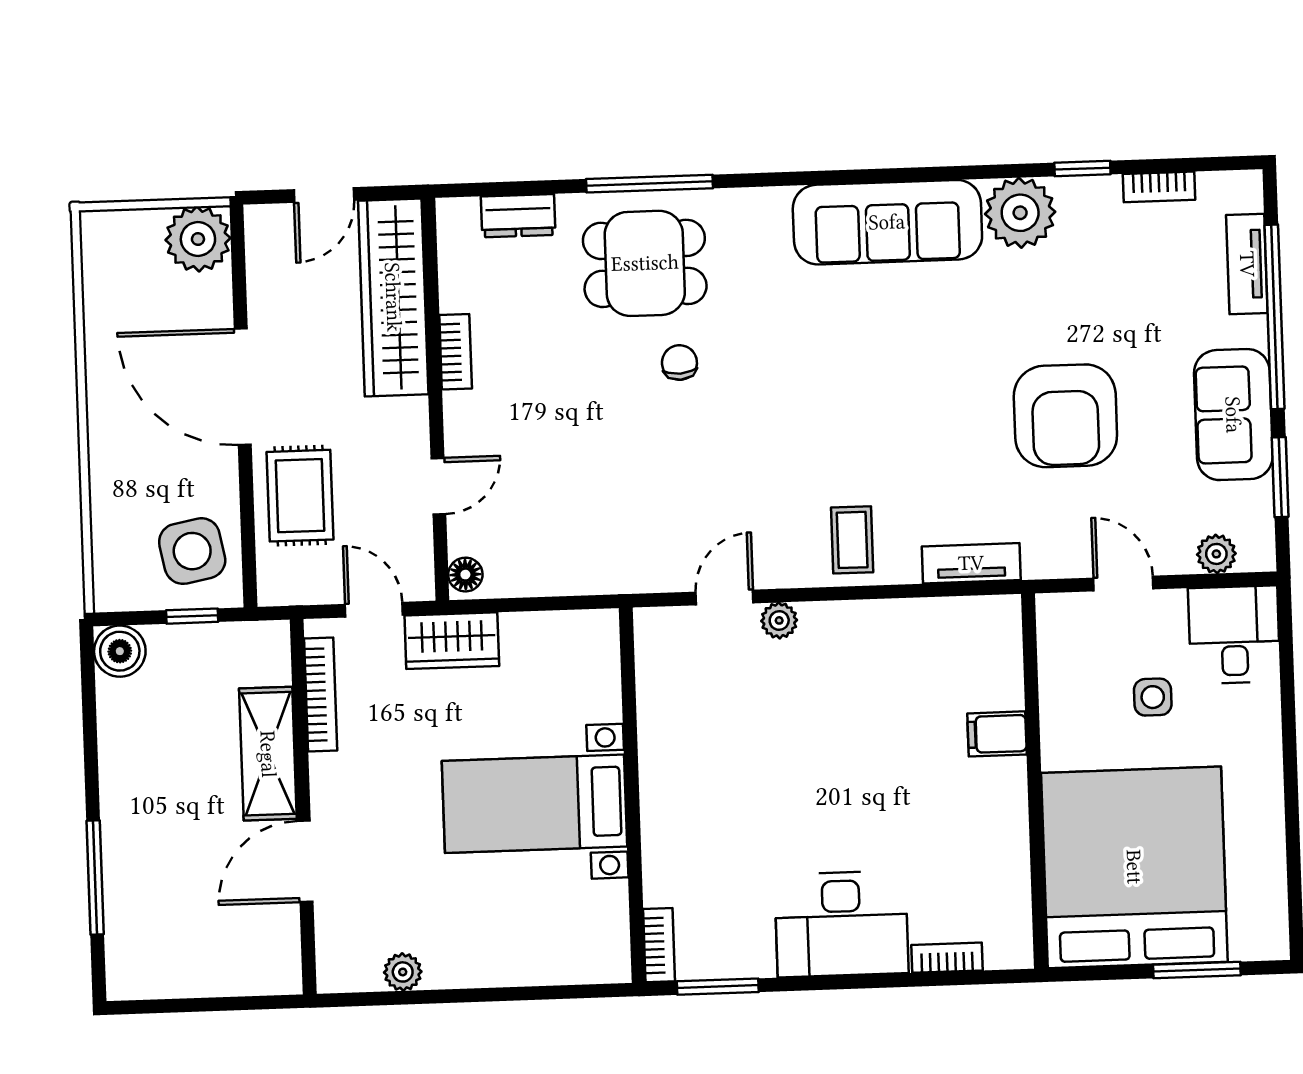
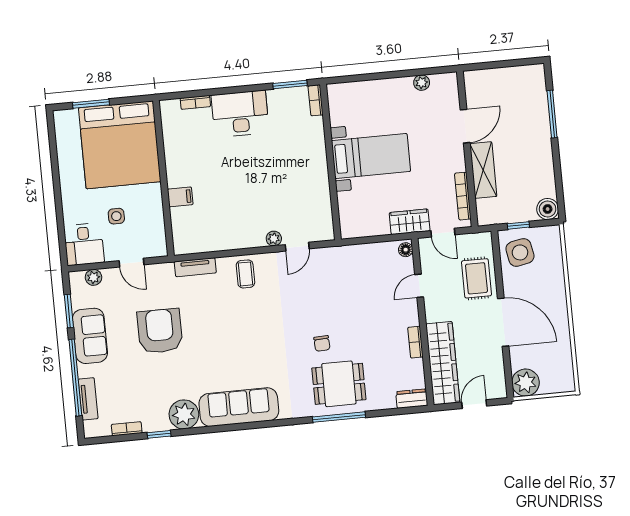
dresser: (518, 216) -> (412, 399), moved

